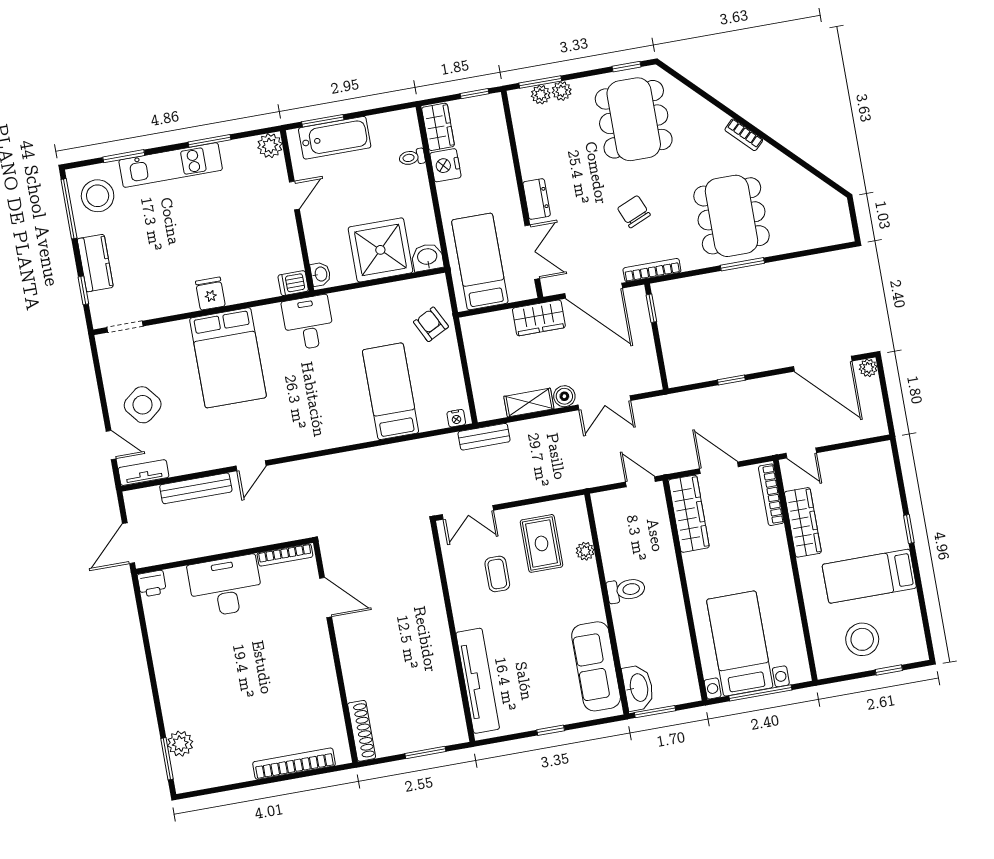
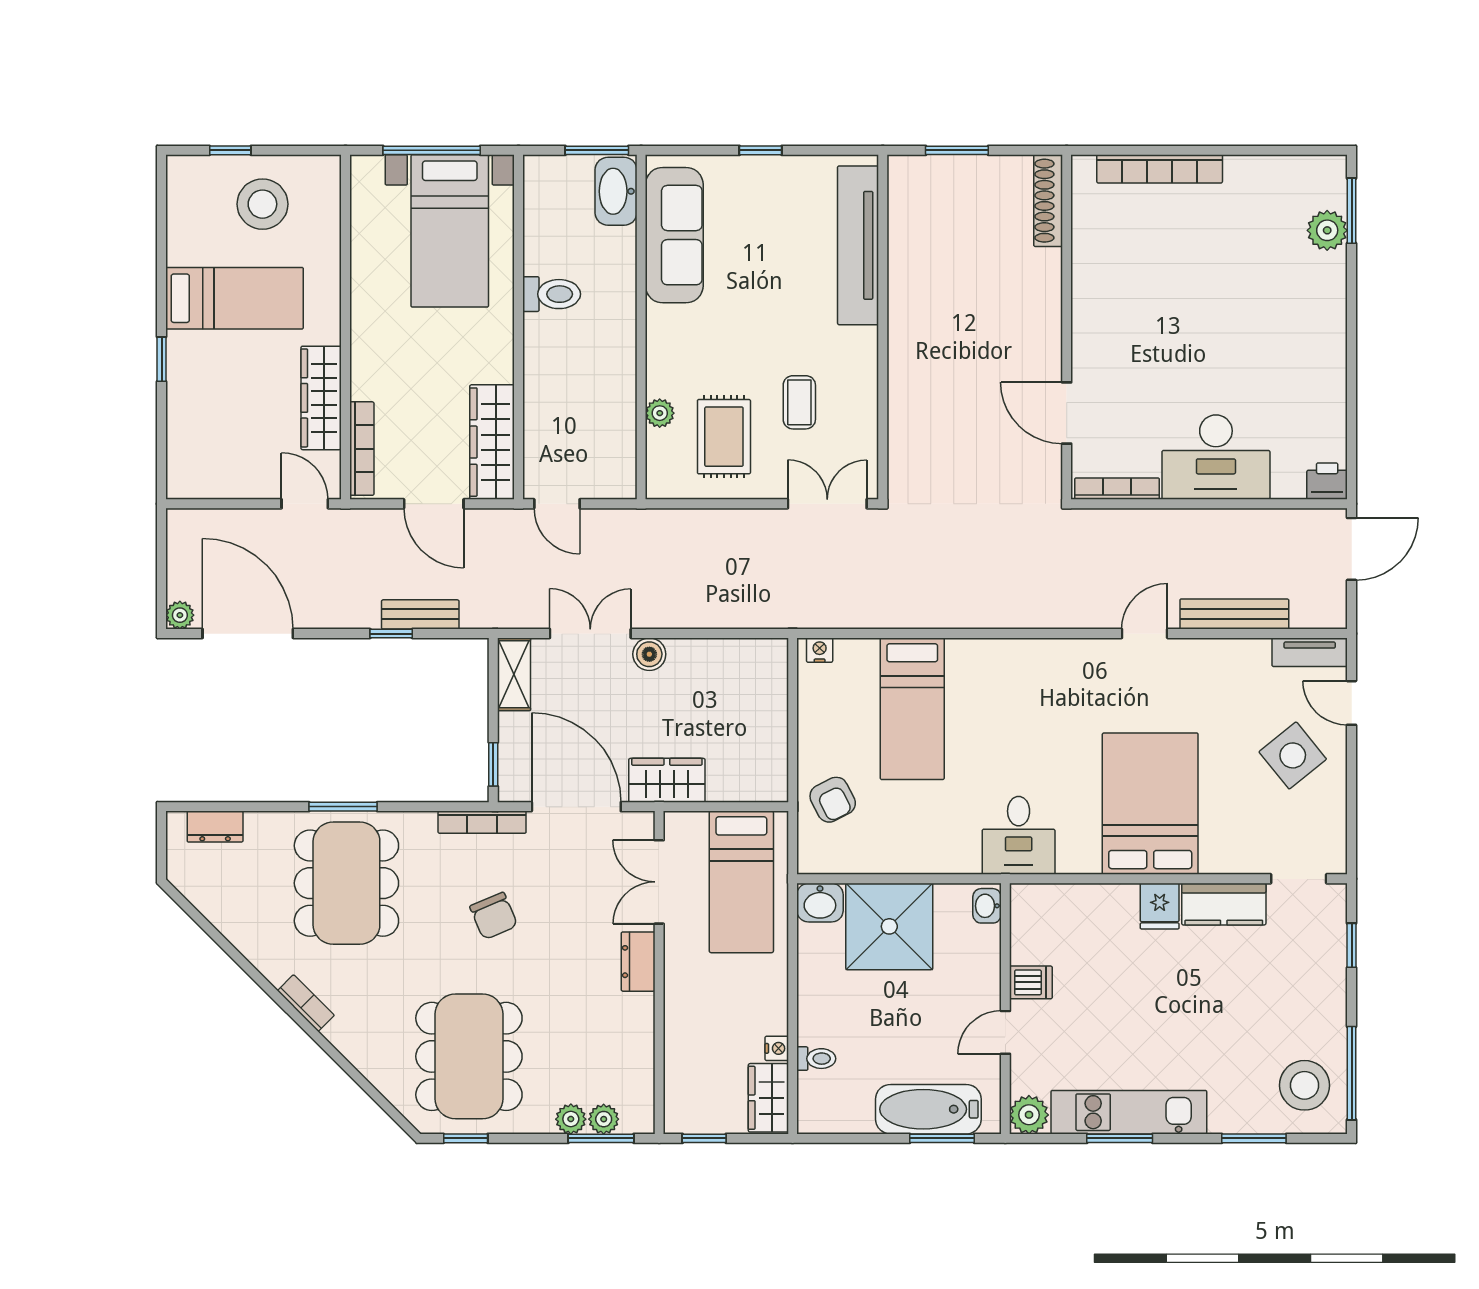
kitchen unit: (171, 165) -> (1129, 1112), moved
nightstand: (445, 165) -> (777, 1048), width x0.53, depth x0.56
dresser: (822, 237) -> (215, 827), added
kitchen counter: (95, 263) -> (1224, 904), moved, turned -90
dishwasher: (293, 283) -> (1031, 982), moved
shelving: (529, 403) -> (514, 674), moved, turned 90
bench: (484, 437) -> (420, 614), moved
toilet: (626, 590) -> (552, 294), moved, turned 180

